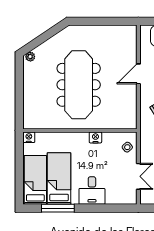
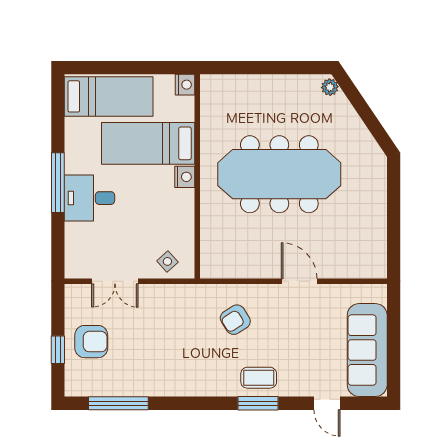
nightstand: (95, 137) -> (185, 177), moved
bed: (59, 179) -> (148, 143), moved, turned 180
window: (58, 208) -> (58, 183), moved

